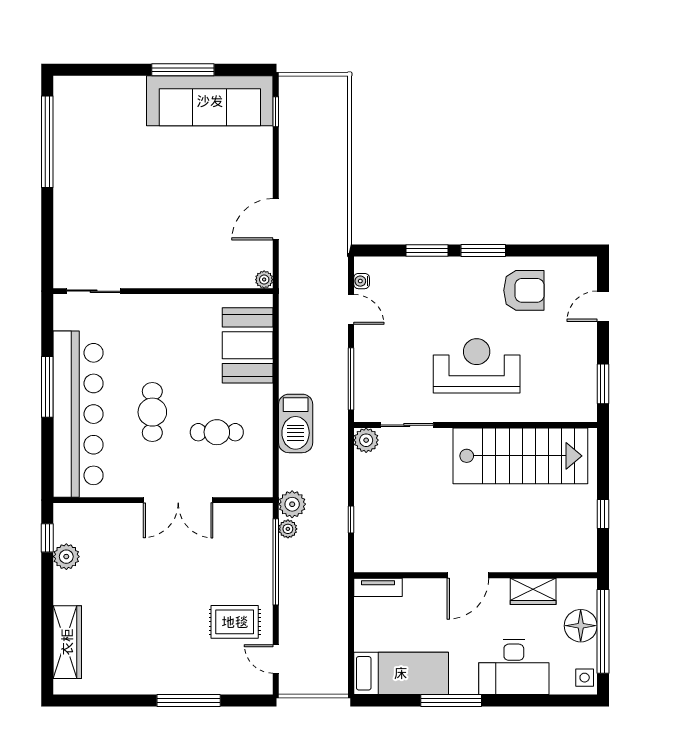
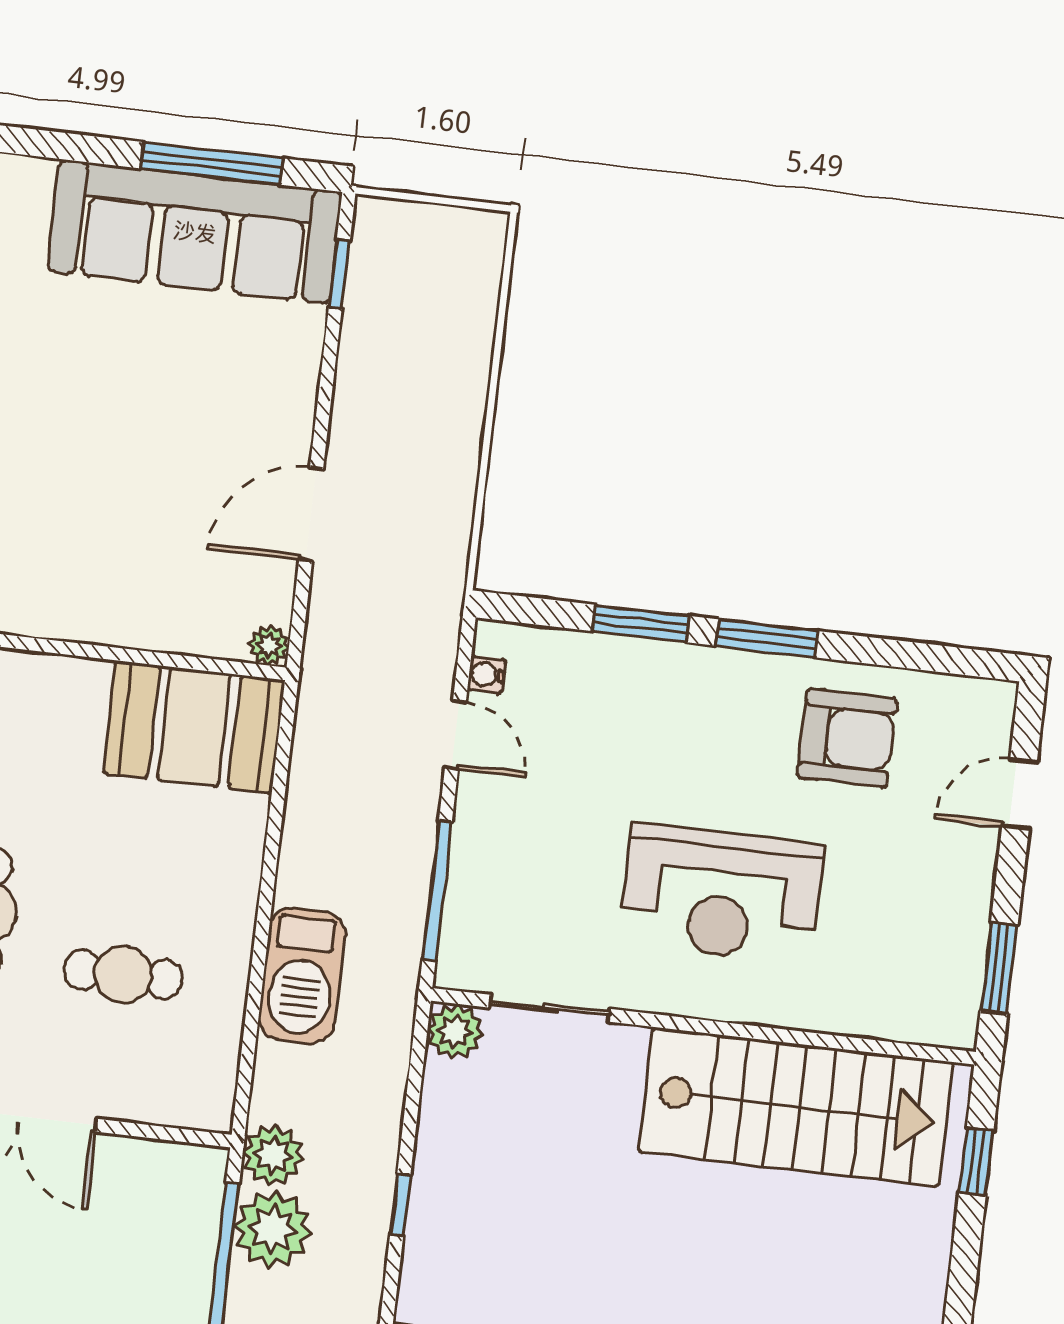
window: (183, 70) -> (212, 163), moved
booth: (248, 345) -> (194, 727), moved, turned 90
reception desk: (477, 366) -> (722, 894), turned 180
window: (603, 514) -> (976, 1162), moved
plant: (288, 529) -> (273, 1229), width x1.88, depth x1.88

